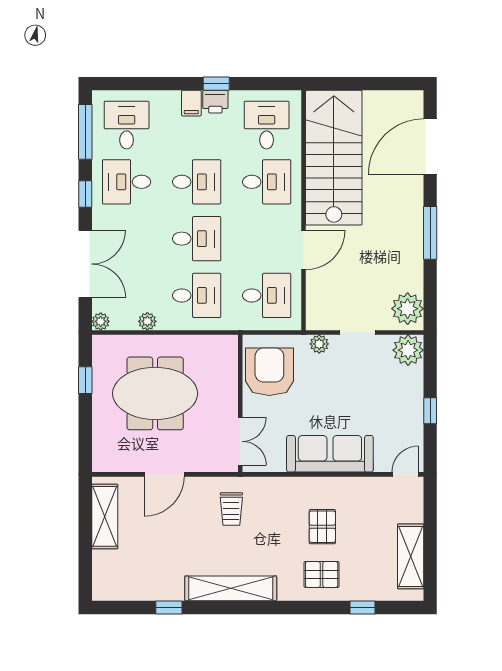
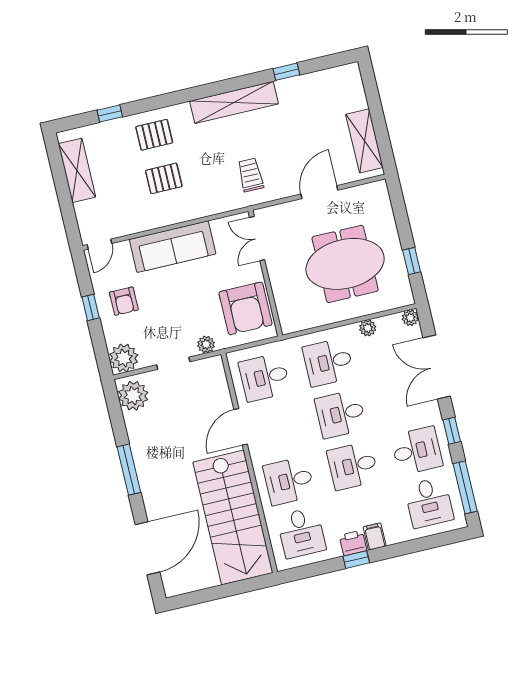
armchair: (394, 409) -> (124, 301), added
pallet: (322, 527) -> (164, 178), turned 90

